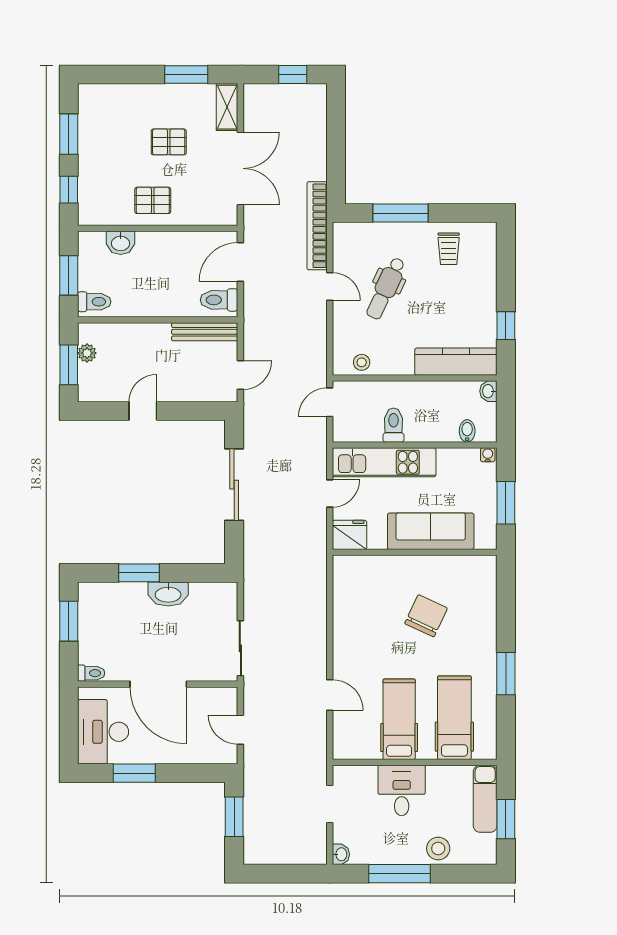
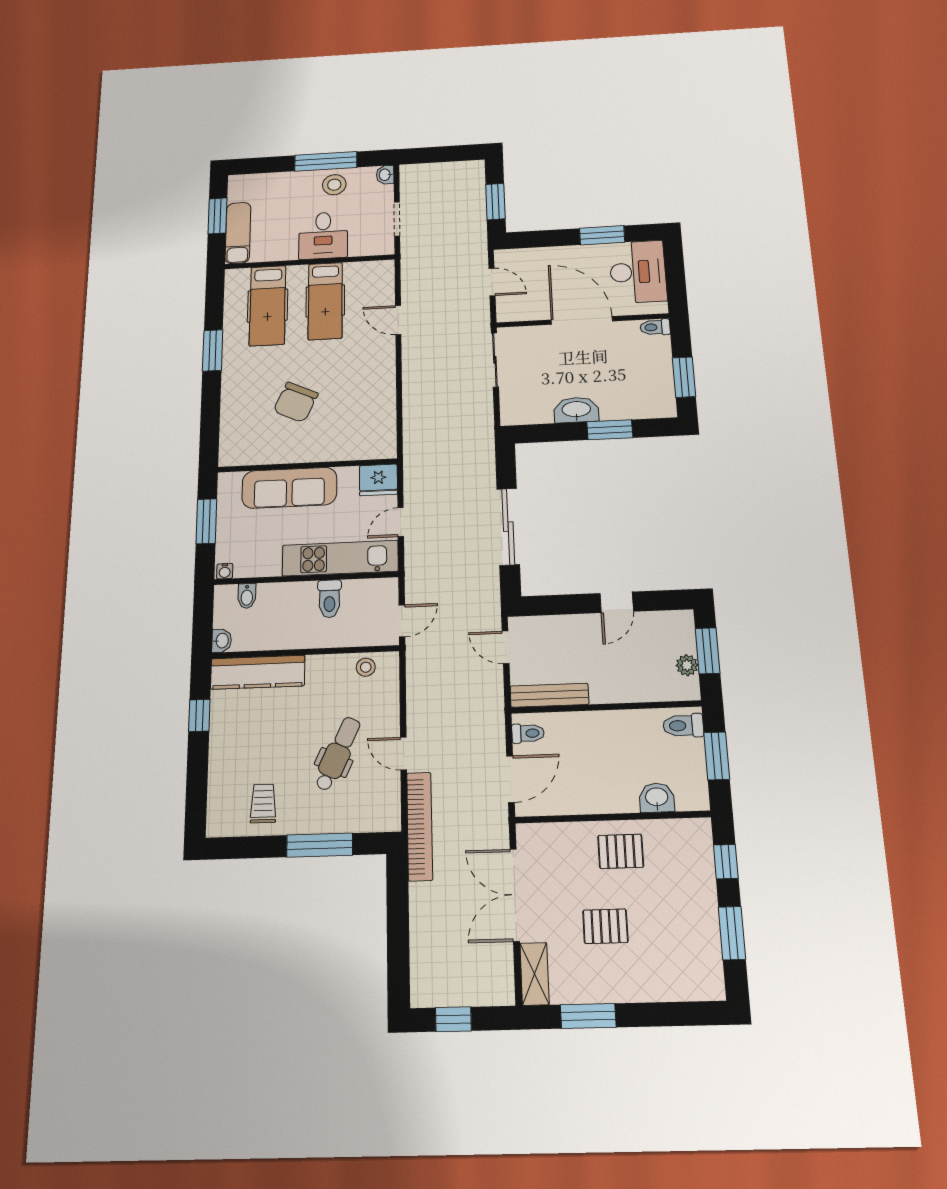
toilet: (219, 300) -> (528, 733), width x0.73, depth x0.72
door: (240, 375) -> (506, 647), hinge flipped
stool: (438, 848) -> (334, 185), moved

